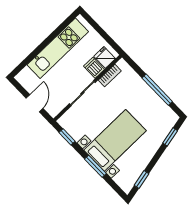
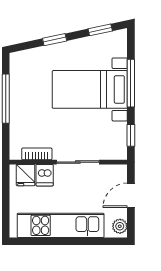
plant: (24, 80) -> (120, 226), added
window: (170, 137) -> (55, 40), moved
window: (95, 166) -> (131, 83), width x1.44

